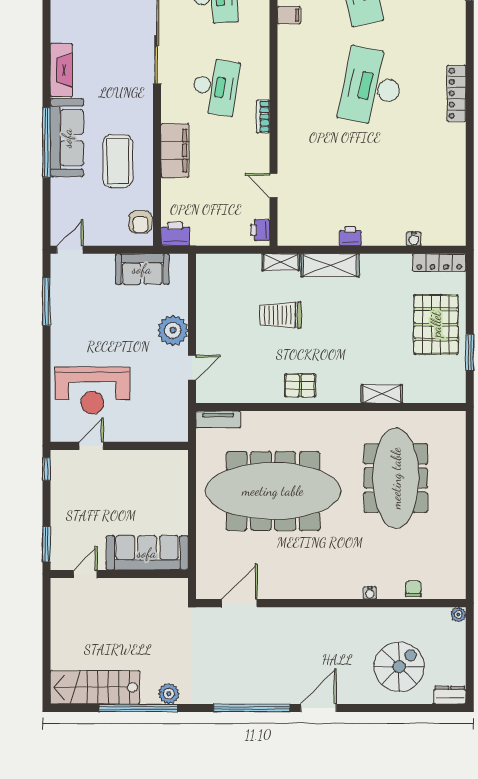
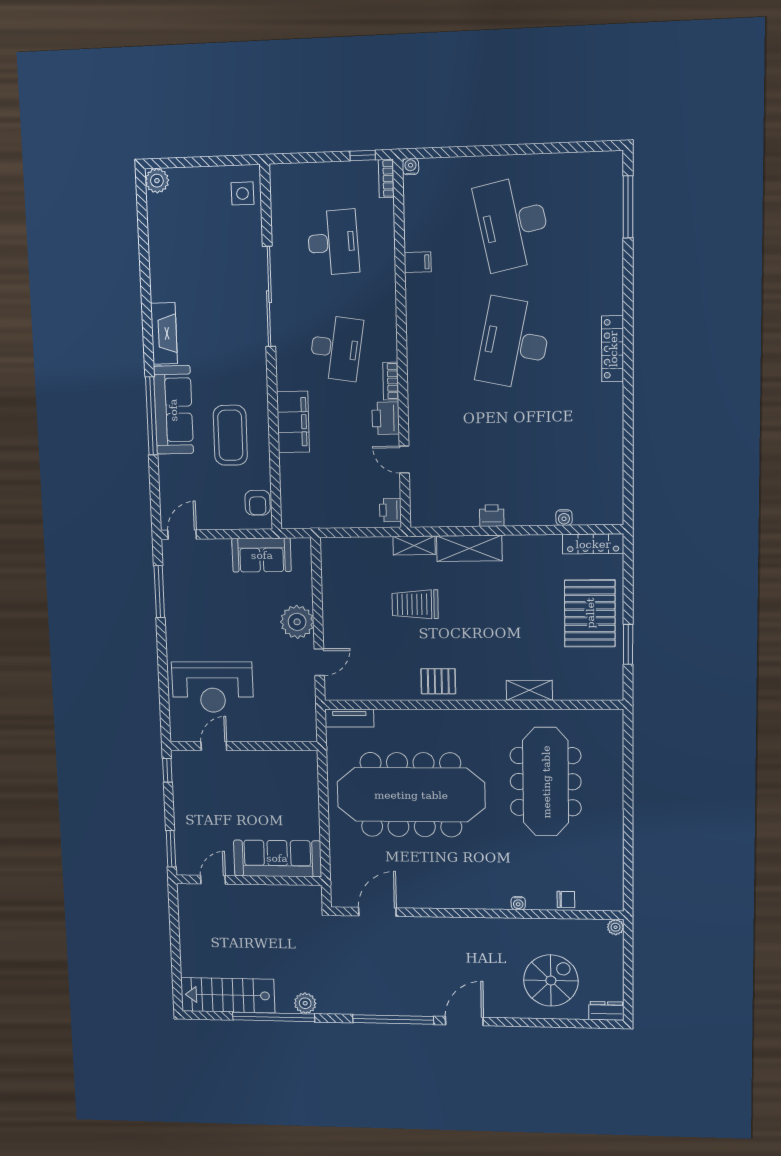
printer: (175, 234) -> (386, 418), moved, turned -90
chair: (413, 589) -> (566, 900), turned 90

